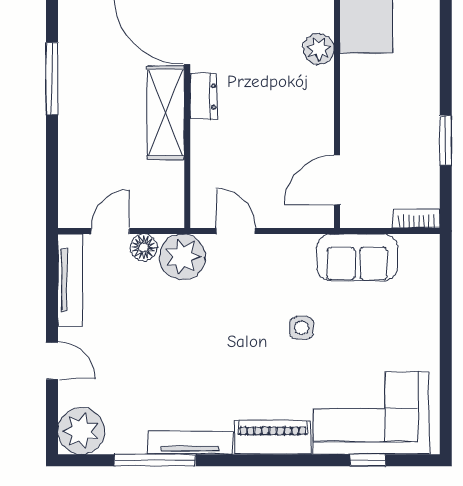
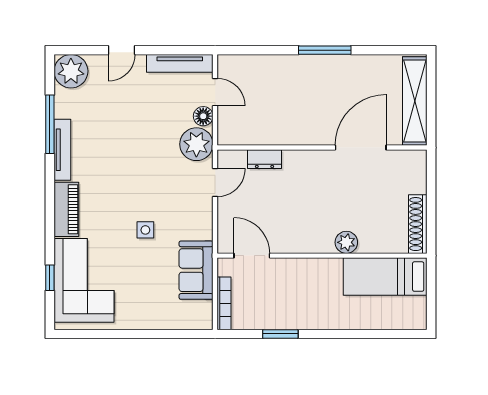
dresser: (203, 97) -> (265, 159), moved
shelving: (166, 113) -> (300, 132), removed
bookcase: (416, 219) -> (224, 303), width x1.56

